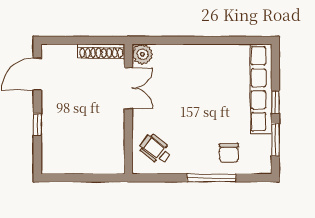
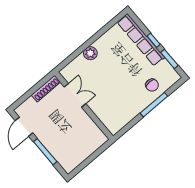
plant: (142, 54) -> (90, 53), moved
window: (37, 125) -> (45, 152), width x2.17
wheelchair: (156, 149) -> (114, 114), removed

